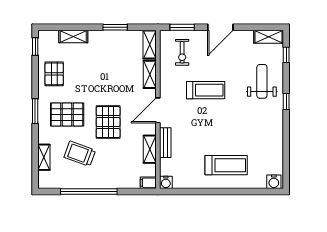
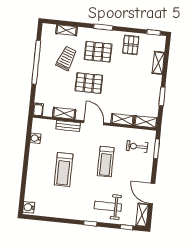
door: (220, 27) -> (152, 193), moved
pallet: (54, 74) -> (131, 45), turned 90
weight bench: (262, 81) -> (108, 206), turned 180
pallet: (67, 114) -> (98, 52), turned 90
treadmill: (226, 165) -> (64, 170), moved
water cooler: (166, 182) -> (35, 138), moved

